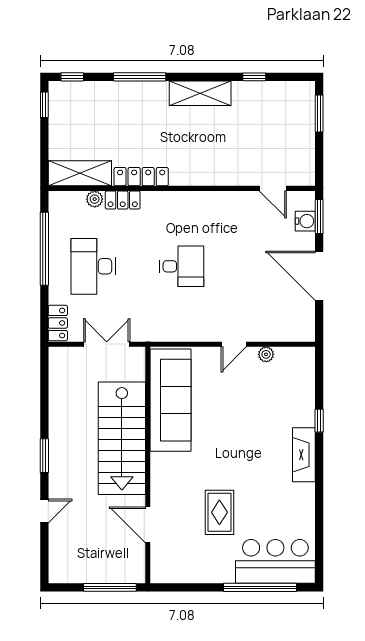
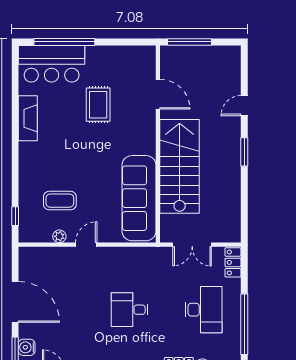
coffee table: (265, 397) -> (60, 201), added
window: (319, 421) -> (15, 216), moved
fireplace: (304, 455) -> (28, 118), moved

